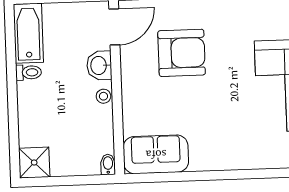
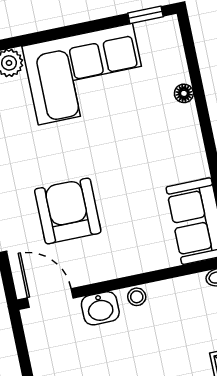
floor lamp: (260, 162) -> (184, 93), added

